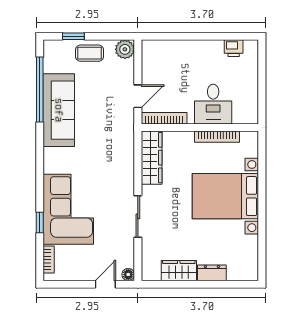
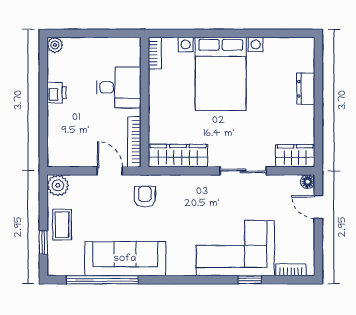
plant: (251, 47) -> (55, 45), added
printer: (234, 48) -> (57, 93), moved
armchair: (115, 128) -> (145, 197), added
bookcase: (217, 137) -> (155, 53), moved, width x0.64
wardrobe: (179, 271) -> (295, 156), moved, turned 90

